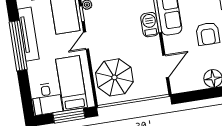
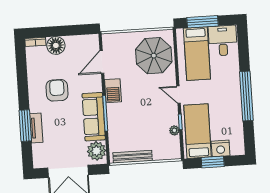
barbecue: (150, 25) -> (113, 91), moved
tv unit: (28, 34) -> (235, 106), removed
door: (86, 41) -> (179, 95), swing flipped

